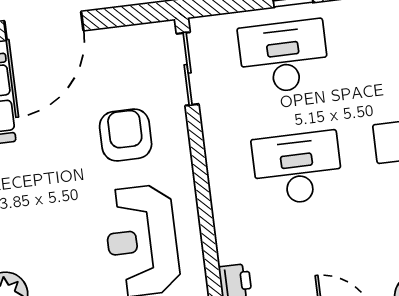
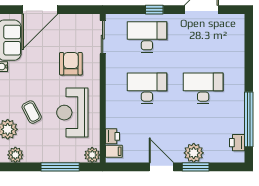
coffee table: (53, 250) -> (32, 112), added

